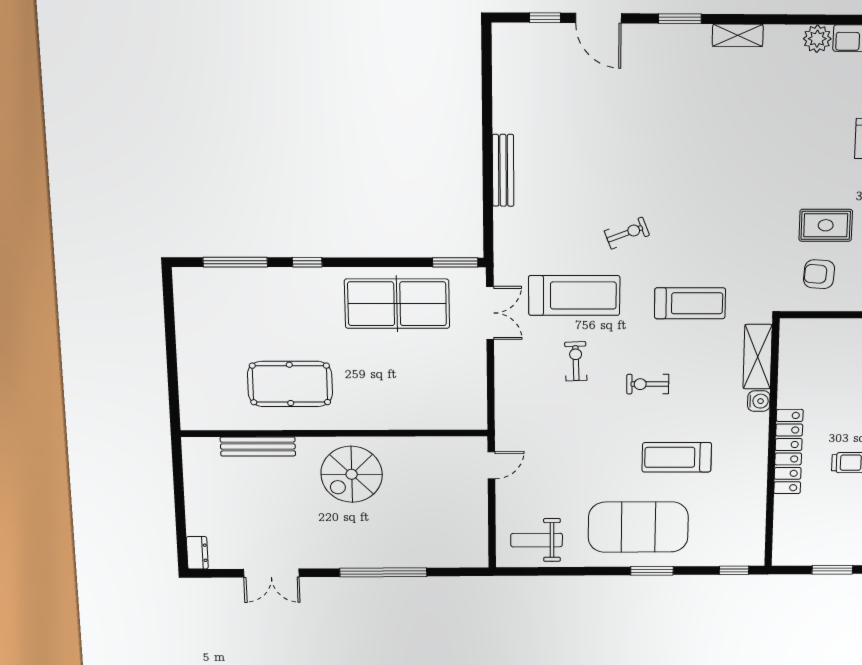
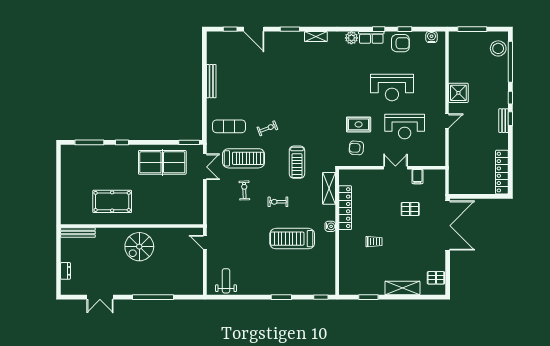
bench: (503, 170) -> (211, 81), moved
treadmill: (690, 303) -> (297, 162), turned 90
water cooler: (759, 401) -> (330, 226), moved
bench: (258, 447) -> (78, 233), moved
locker: (788, 452) -> (345, 208), moved
treadmill: (677, 457) -> (292, 239), width x1.37, depth x1.38
door: (491, 465) -> (205, 242), swing flipped
exercise mat: (638, 527) -> (229, 126), moved, width x0.50, depth x0.69
weight bench: (537, 540) -> (226, 281), turned 90
dresser: (197, 553) -> (66, 271), moved

